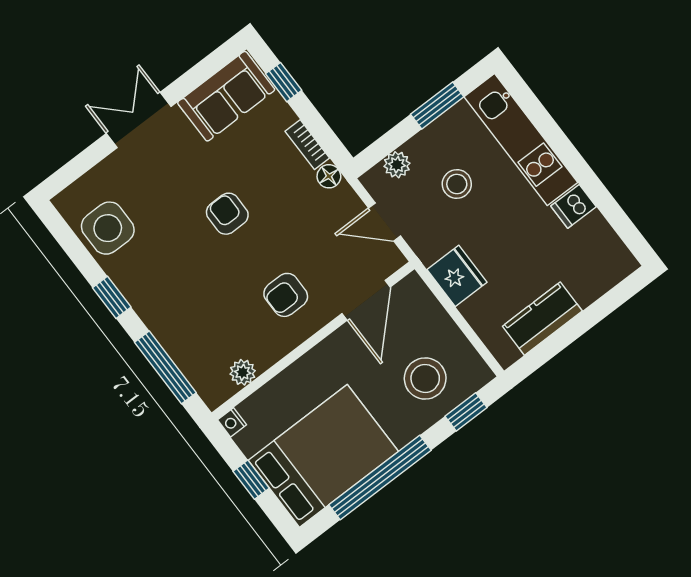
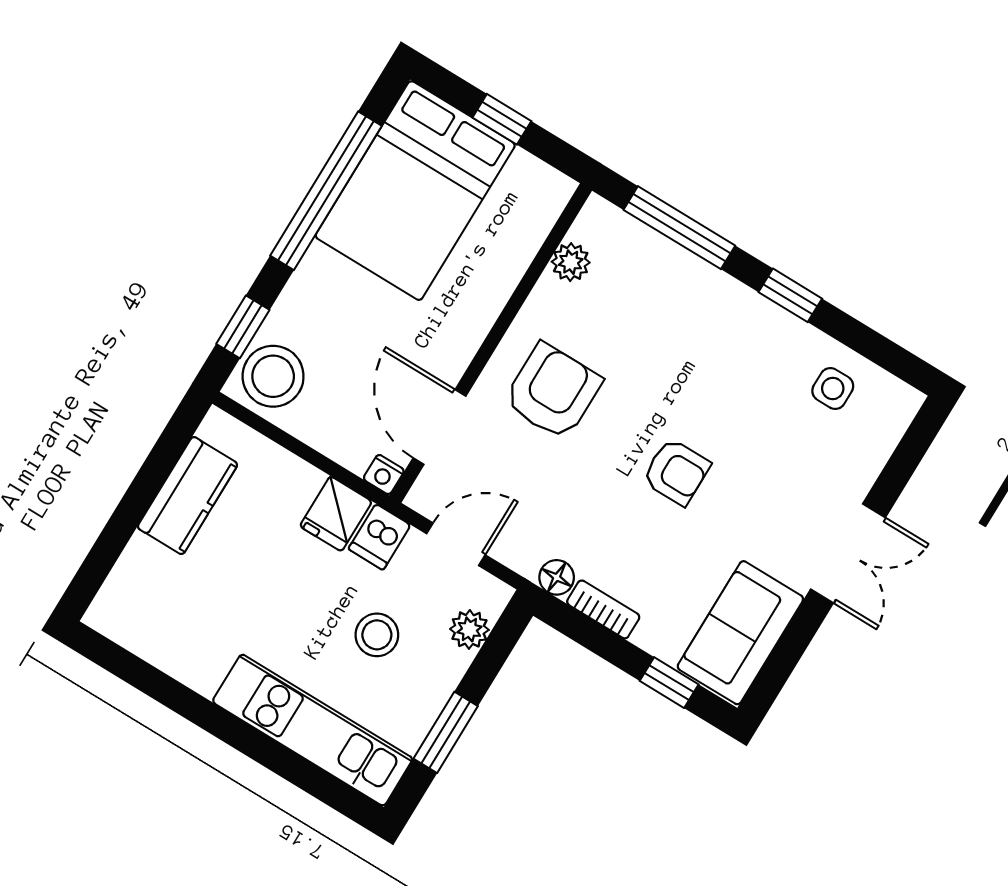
dishwasher: (573, 206) -> (379, 537), moved, turned 180
side table: (108, 228) -> (833, 388), width x0.54, depth x0.54
fridge: (457, 276) -> (336, 514), width x0.72
armchair: (286, 295) -> (553, 391), width x1.38, depth x1.38
stool: (425, 378) -> (273, 376), moved
nightstand: (232, 422) -> (384, 475), moved, turned 180

